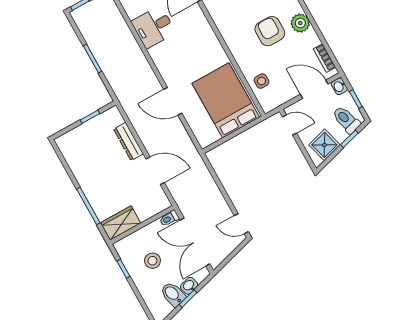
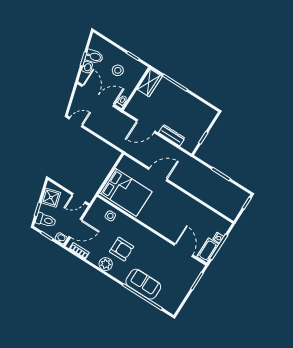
desk: (154, 27) -> (194, 213), removed

